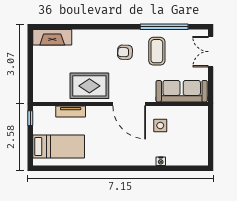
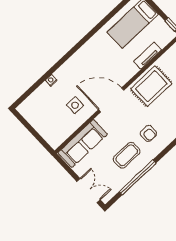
coffee table: (157, 51) -> (127, 155), turned 90
armchair: (125, 52) -> (148, 133), turned 88

